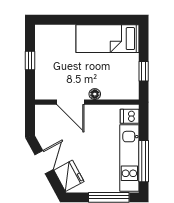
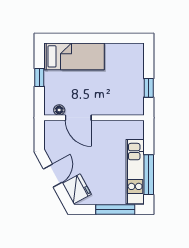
bed: (107, 39) -> (74, 56), moved, turned 180
floor lamp: (95, 94) -> (59, 110), moved
dishwasher: (130, 116) -> (135, 131), removed

